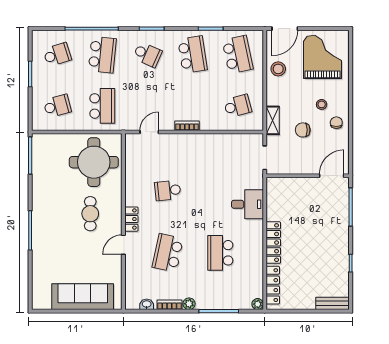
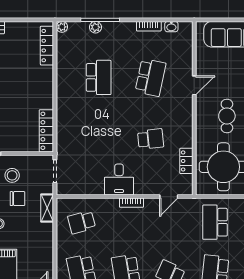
stool: (278, 69) -> (12, 175), moved
desk: (247, 204) -> (119, 179), moved, turned -90
locker: (131, 219) -> (186, 161), moved
locker: (273, 243) -> (46, 131), moved
plant: (189, 304) -> (95, 27), moved

